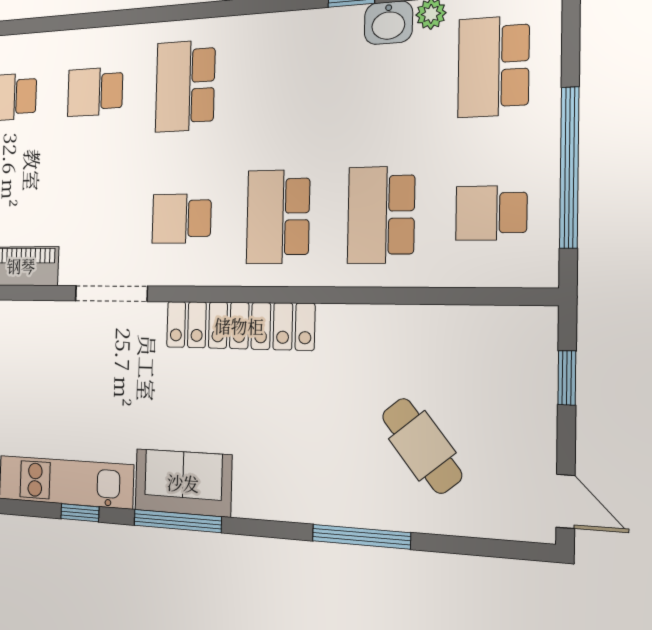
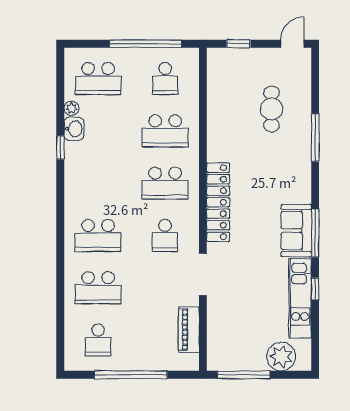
school desk: (95, 92) -> (98, 288), width x1.85
cafe table: (422, 446) -> (272, 109), turned -51

